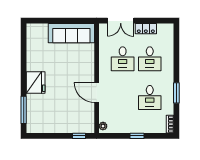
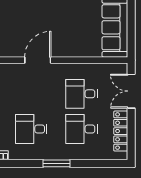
locker: (146, 29) -> (121, 131), width x1.53
window: (176, 93) -> (57, 163), moved

